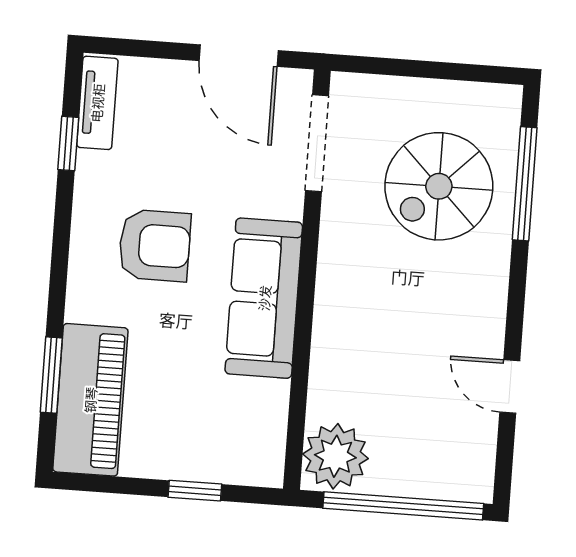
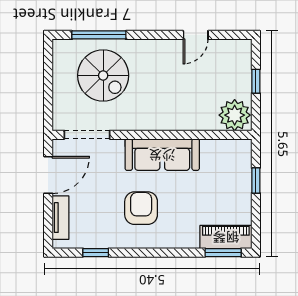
tv unit: (97, 103) -> (60, 218), moved, turned 90
window: (51, 375) -> (223, 253), moved
piano: (90, 400) -> (226, 237), width x0.73, depth x0.75
window: (403, 506) -> (256, 81), width x0.32

